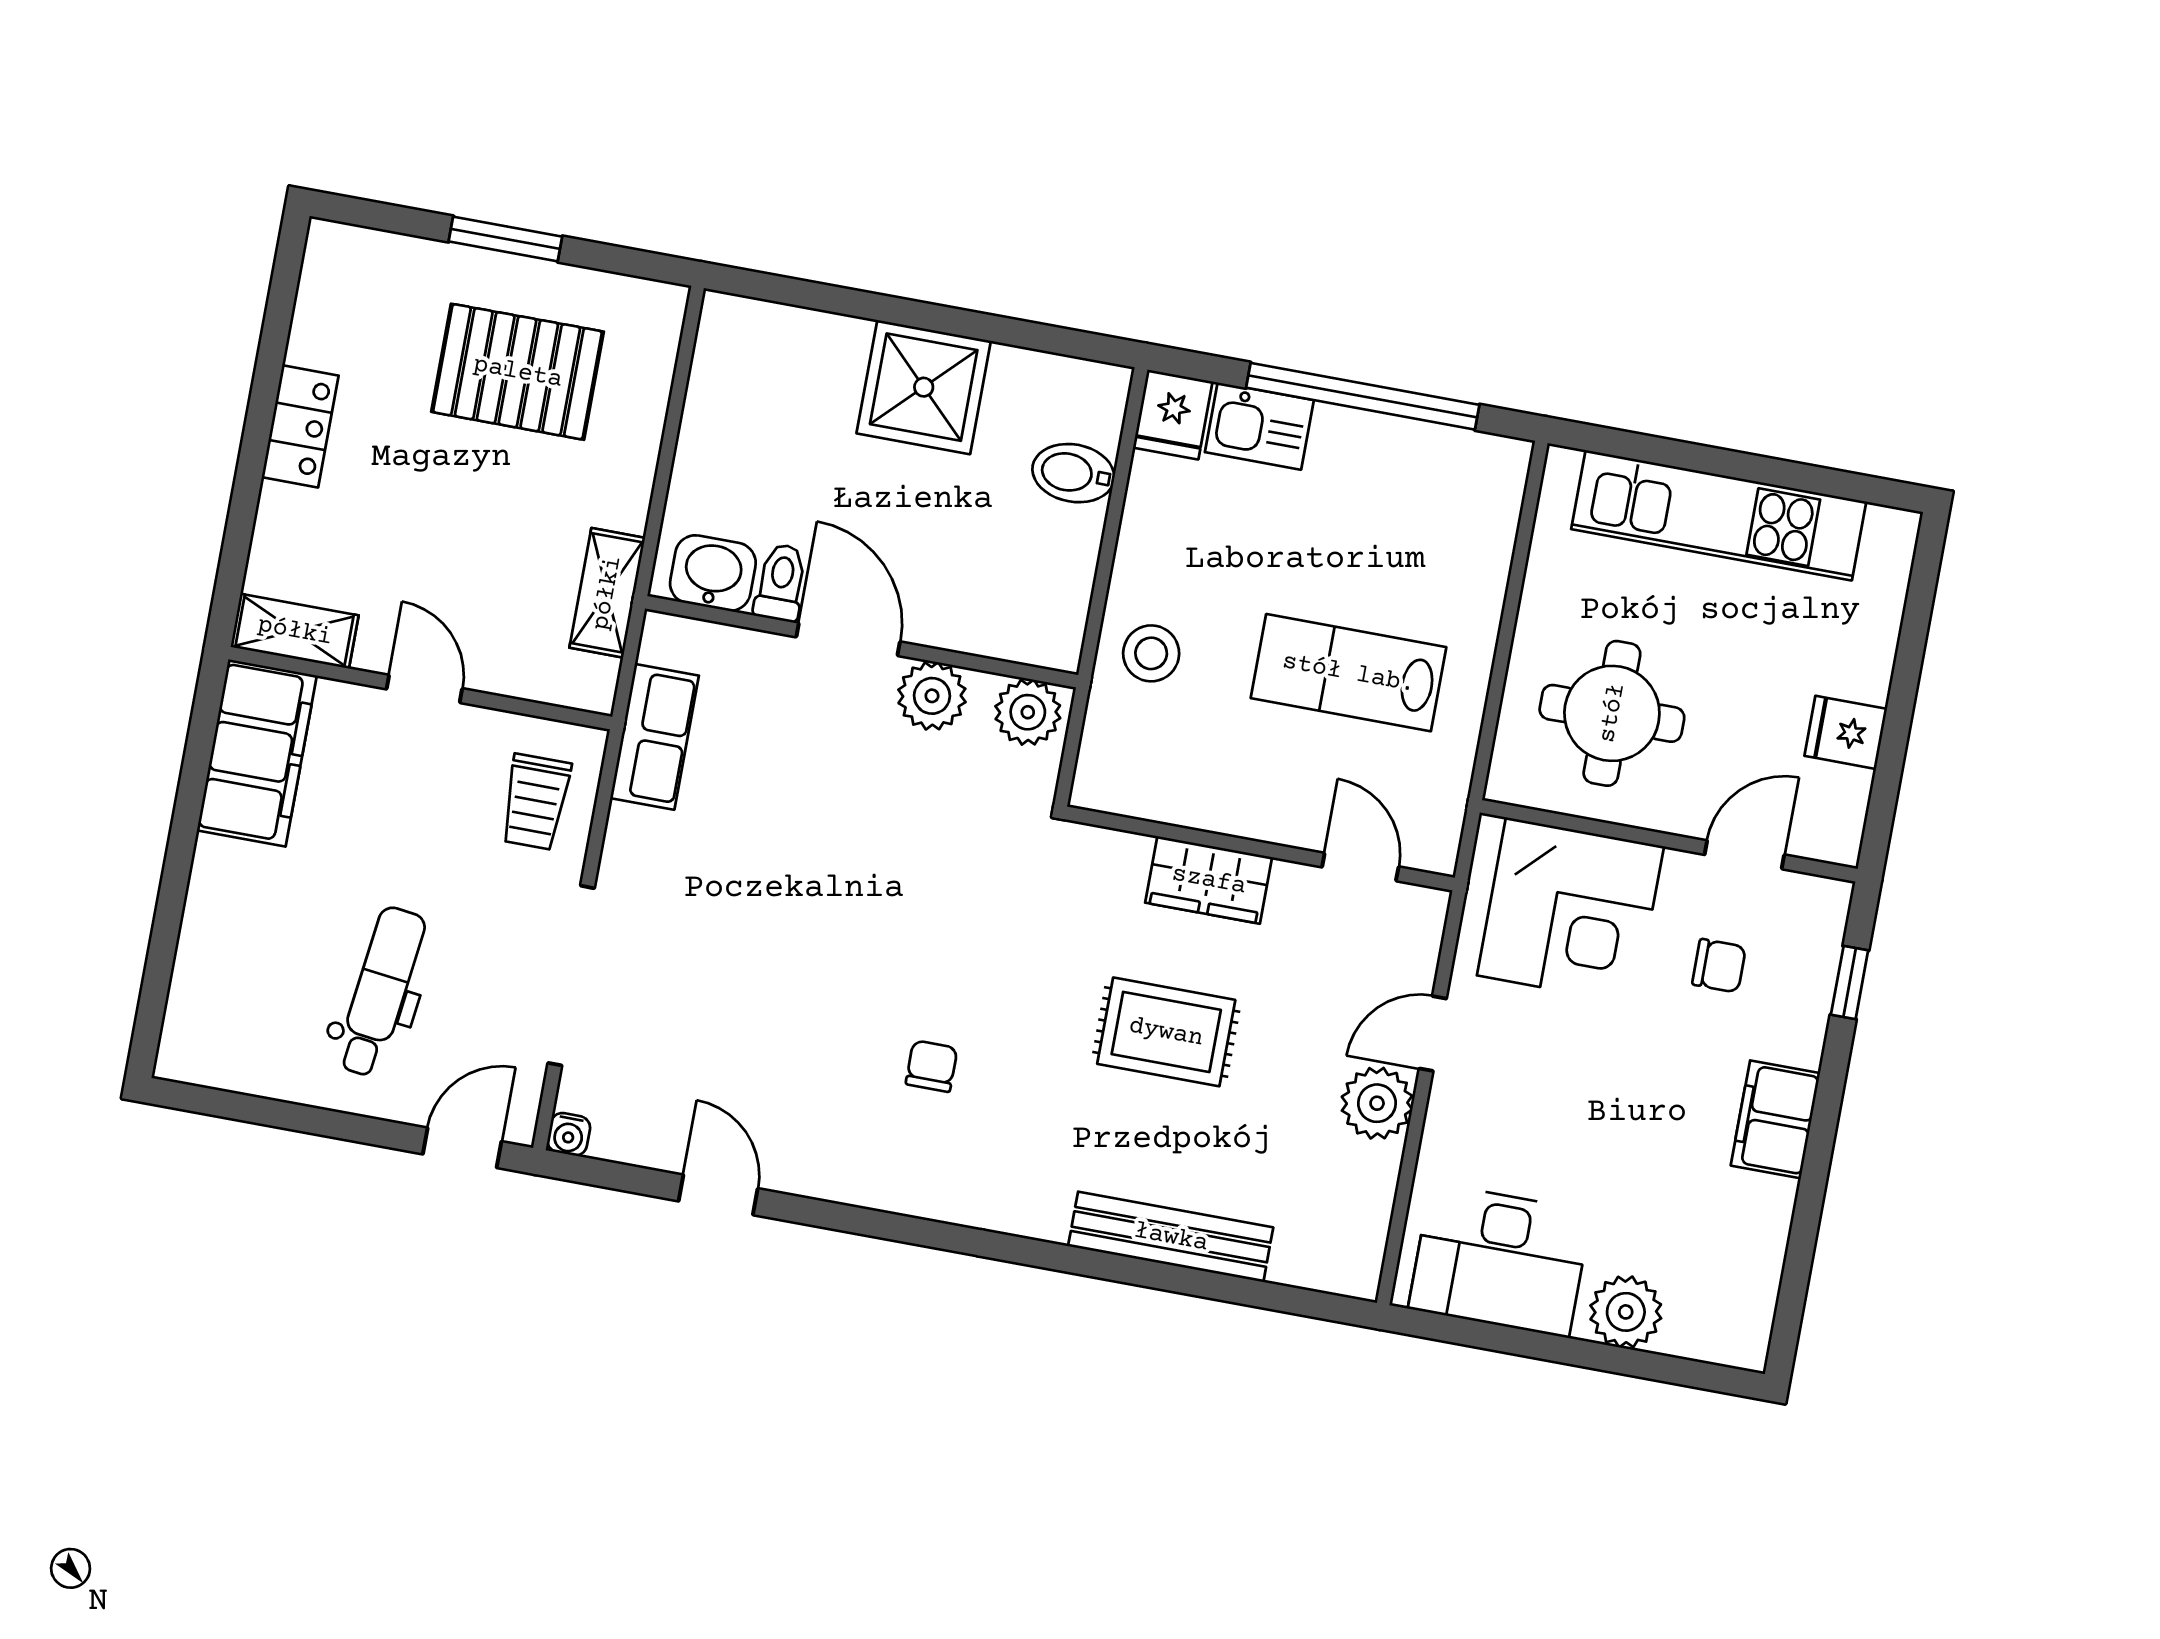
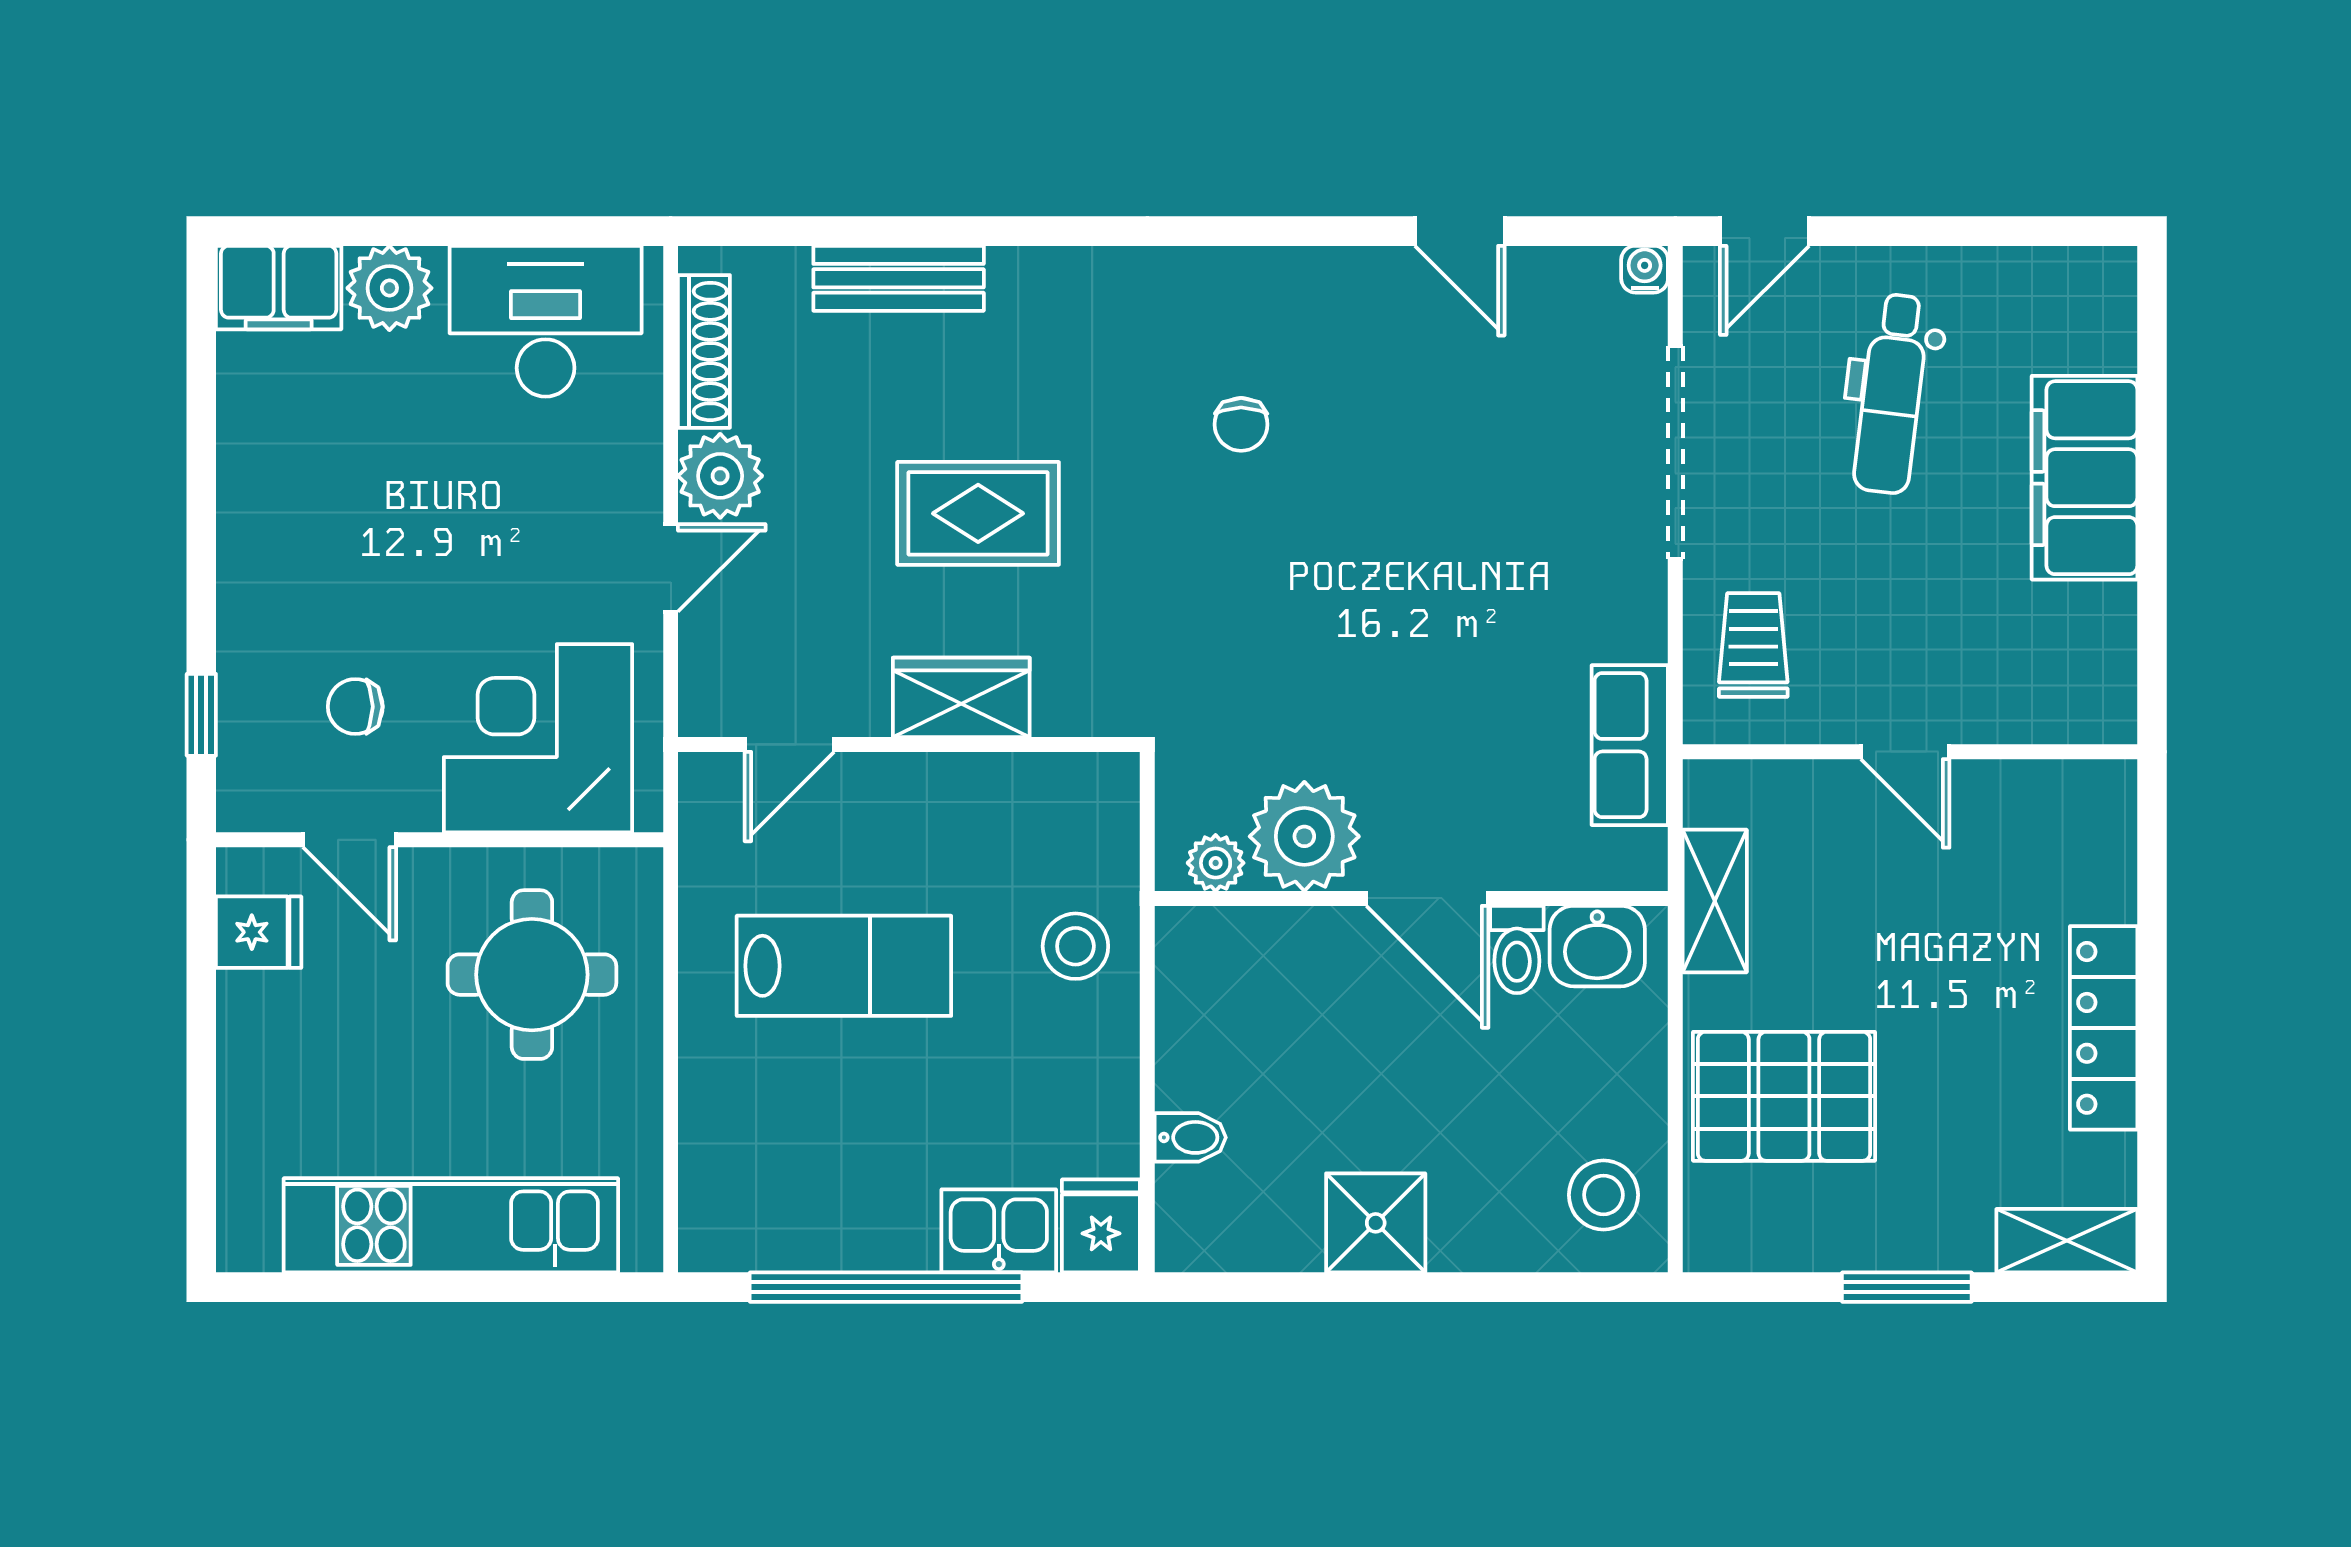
stool: (746, 363) -> (1603, 1195), added
pallet: (518, 372) -> (1784, 1096), moved
shower: (924, 387) -> (1376, 1223), width x0.73, depth x0.73
locker: (300, 426) -> (2104, 1028), width x1.53
bidet: (1073, 473) -> (1190, 1137), width x0.72, depth x0.74
shelving: (295, 631) -> (2067, 1241), moved
plant: (932, 696) -> (1304, 836), width x1.36, depth x1.36
plant: (1028, 712) -> (1216, 863), width x0.73, depth x0.73
fridge: (1846, 732) -> (259, 932), moved
filing cabinet: (257, 753) -> (2084, 478), moved
door: (1744, 855) -> (349, 840), hinge flipped
door: (1360, 867) -> (789, 744), hinge flipped
filing cabinet: (1775, 1119) -> (279, 288), moved, turned 90
shoe rack: (1371, 1210) -> (704, 351), added
bench: (1171, 1237) -> (899, 278), width x0.73

